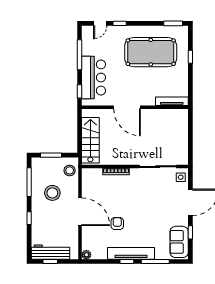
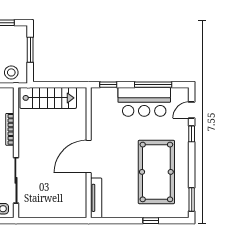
door: (100, 23) -> (192, 110), hinge flipped
bar counter: (94, 78) -> (144, 102), moved
door: (127, 107) -> (89, 157), moved

